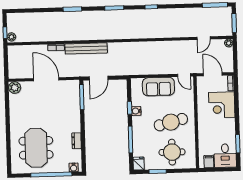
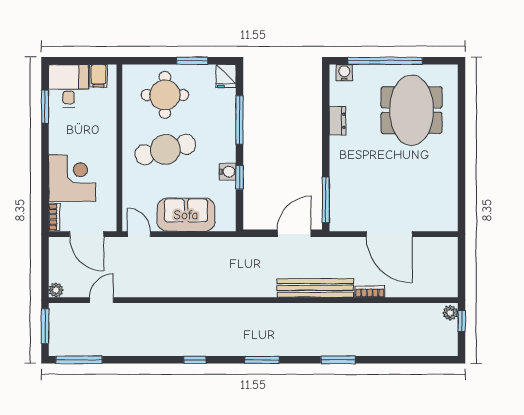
plant: (15, 88) -> (447, 221), removed

